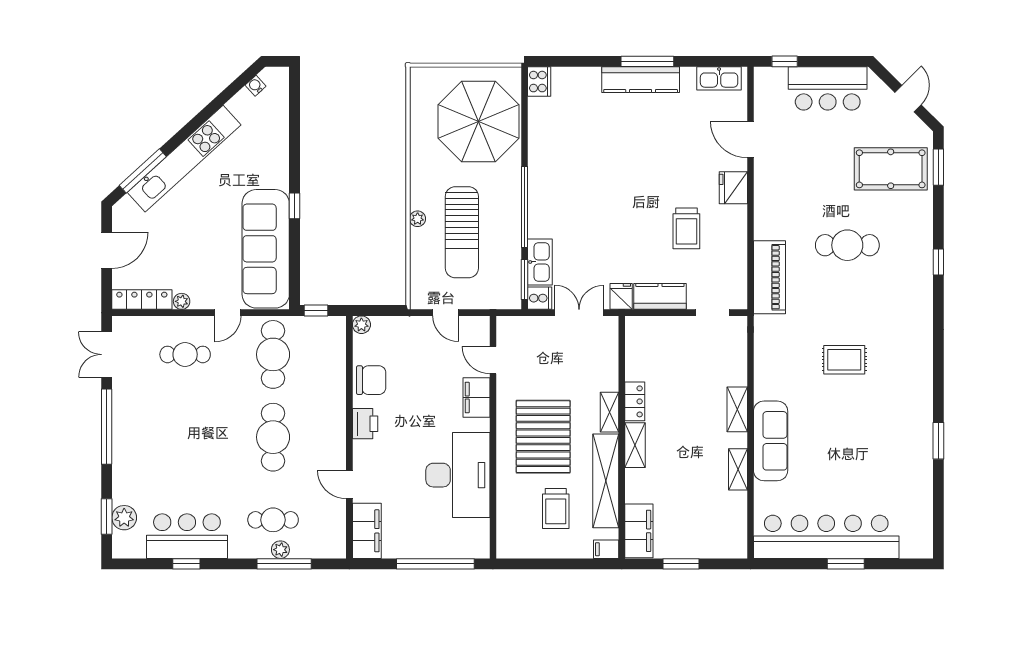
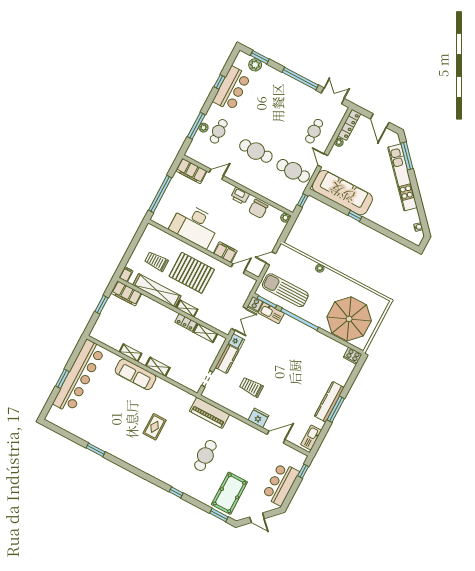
sun lounger: (462, 232) -> (285, 290), moved
shelving: (635, 445) -> (205, 333), moved

